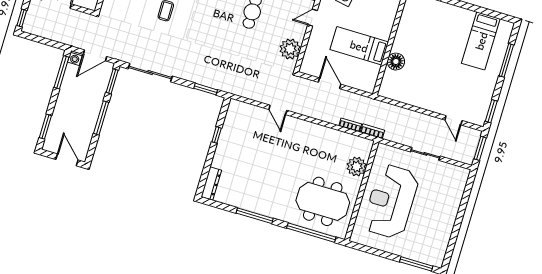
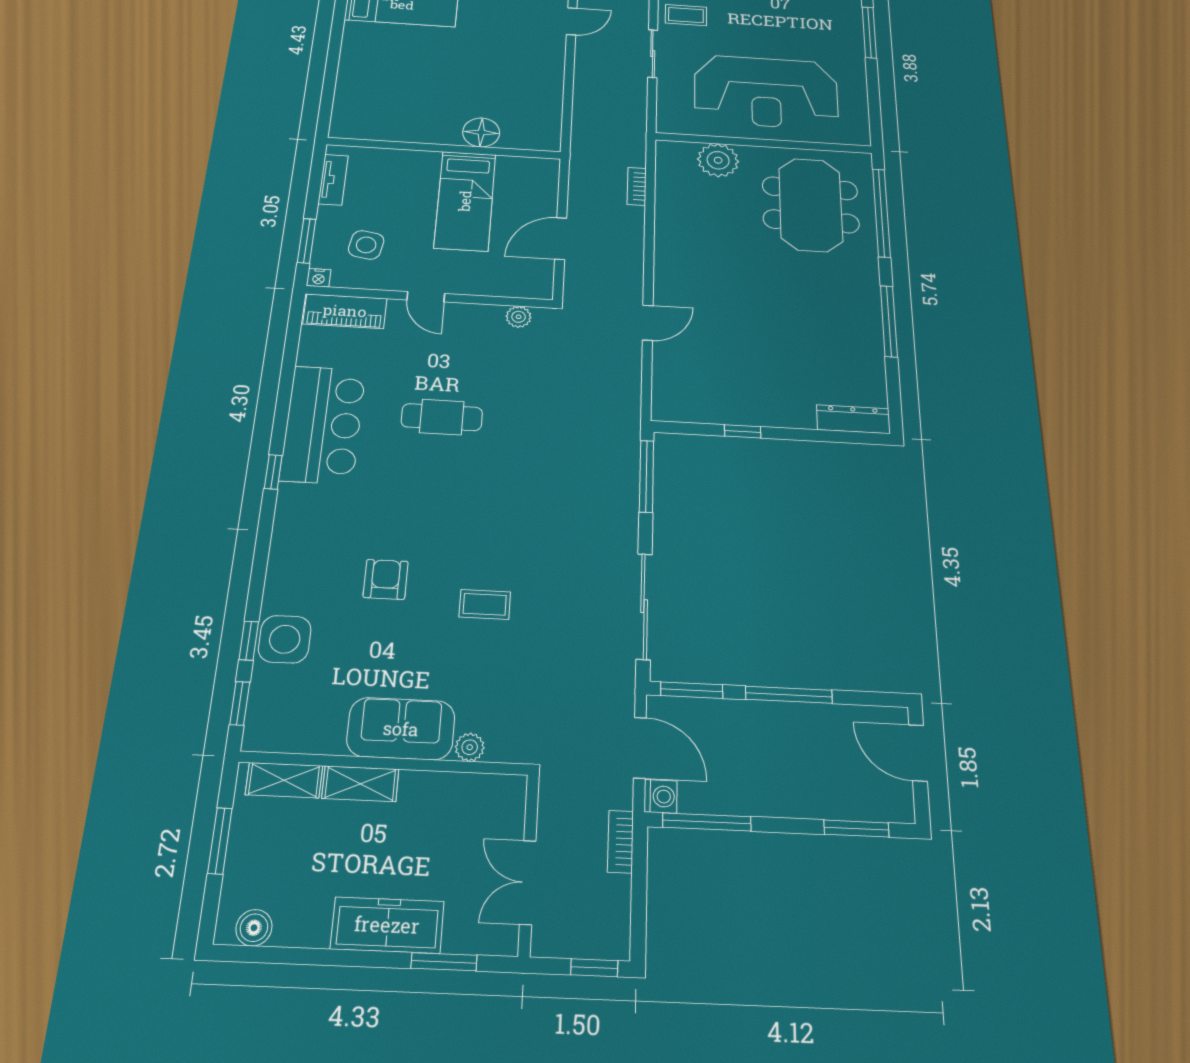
plant: (290, 49) -> (519, 317), width x0.53, depth x0.53
window: (206, 89) -> (646, 476), width x1.44
bookcase: (372, 131) -> (620, 842), moved
door: (67, 160) -> (918, 753), hinge flipped
coffee table: (446, 177) -> (686, 15), added

